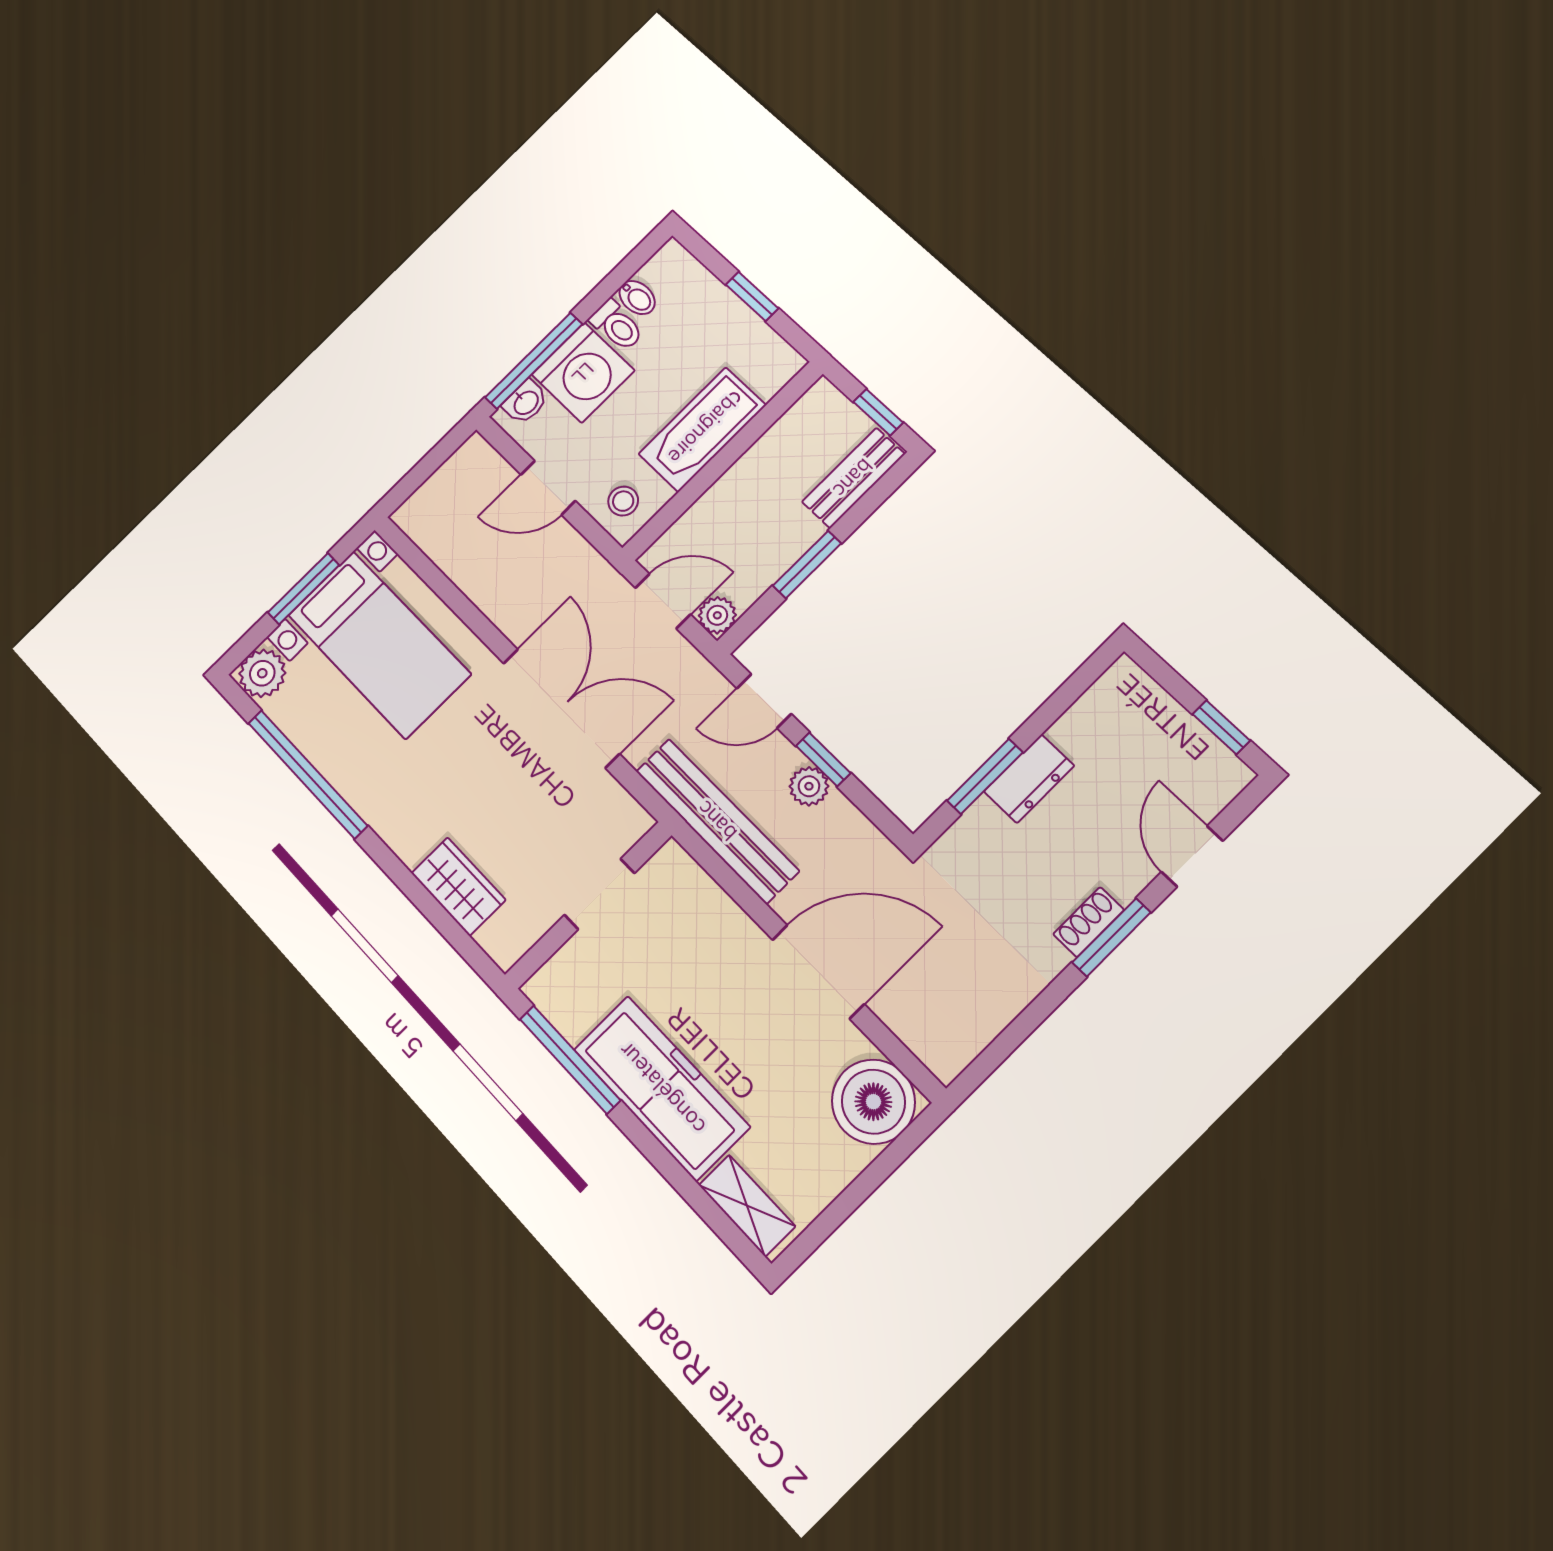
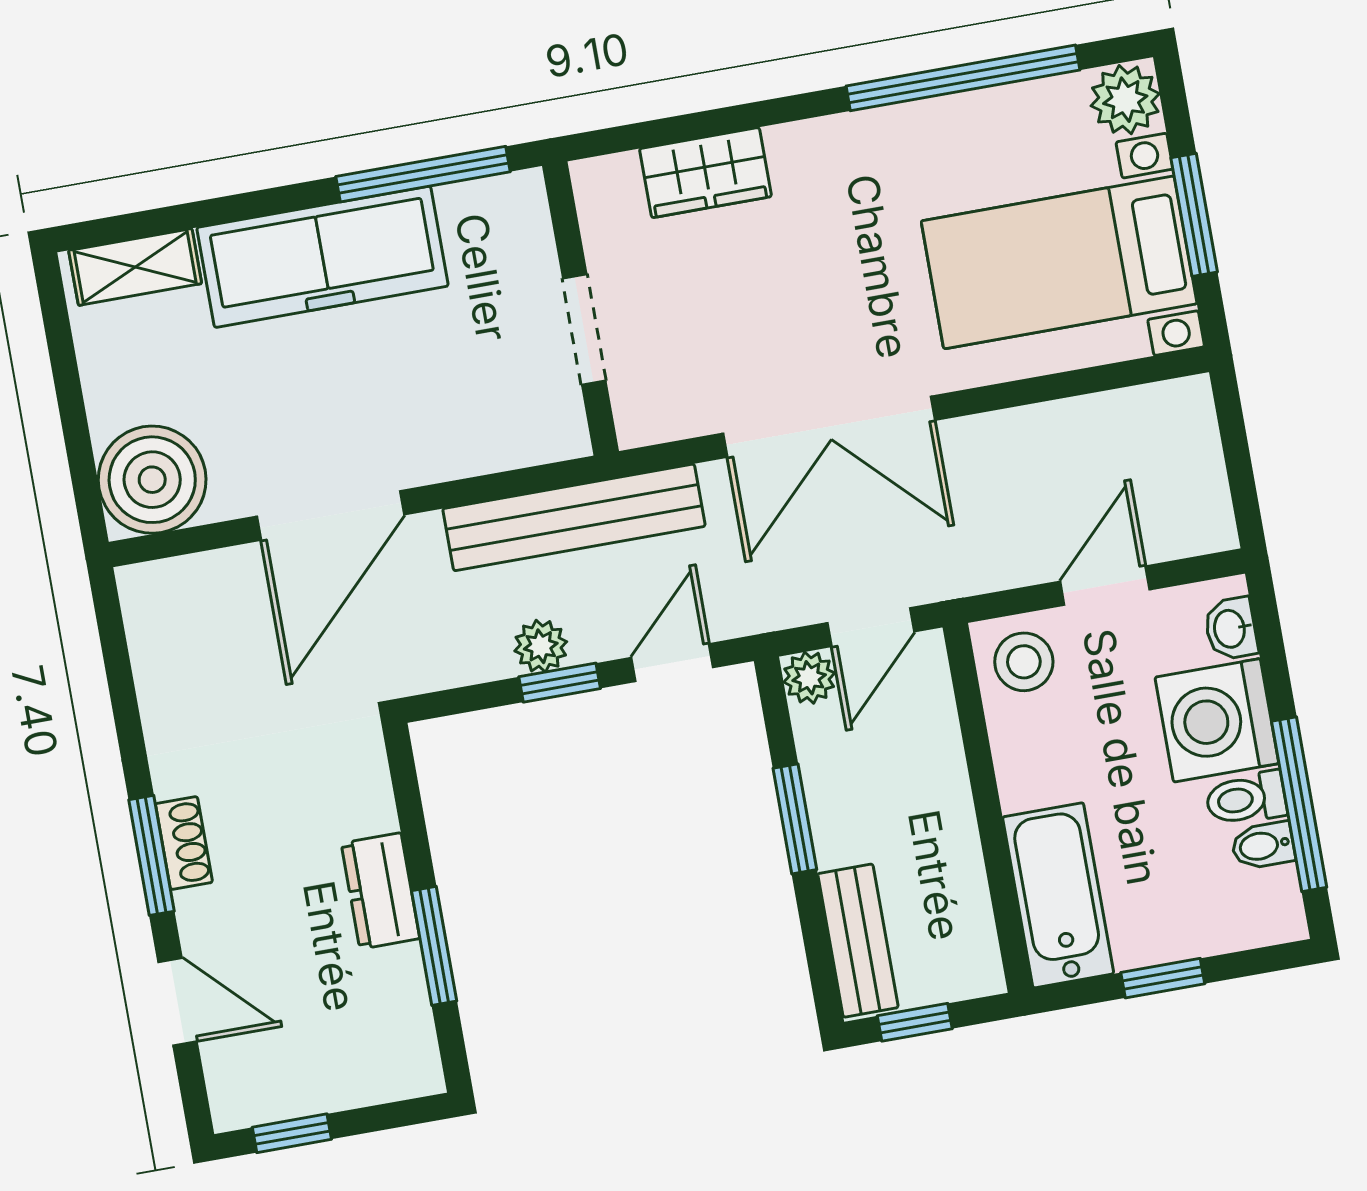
window: (534, 361) -> (1299, 804), moved
bathtub: (702, 430) -> (1058, 895), moved
stool: (623, 501) -> (1024, 662), width x1.37, depth x1.37
window: (985, 776) -> (434, 946), moved

